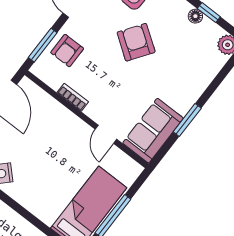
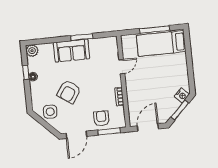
armchair: (67, 51) -> (101, 118), turned -90
sofa: (153, 131) -> (71, 51), moved

